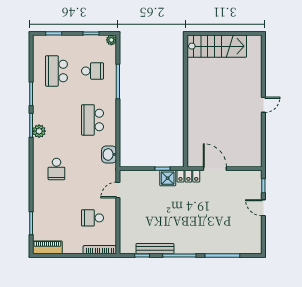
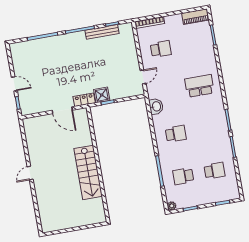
stairs: (217, 46) -> (88, 172), moved, turned -90
school desk: (56, 71) -> (214, 171), width x0.54
school desk: (92, 120) -> (176, 134), width x0.54
plant: (39, 131) -> (220, 116), removed
school desk: (56, 169) -> (199, 86), width x1.85

